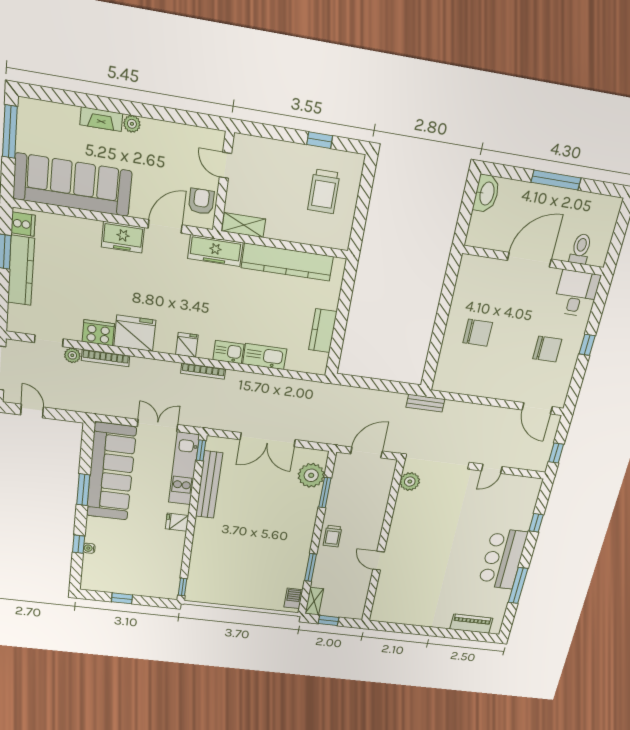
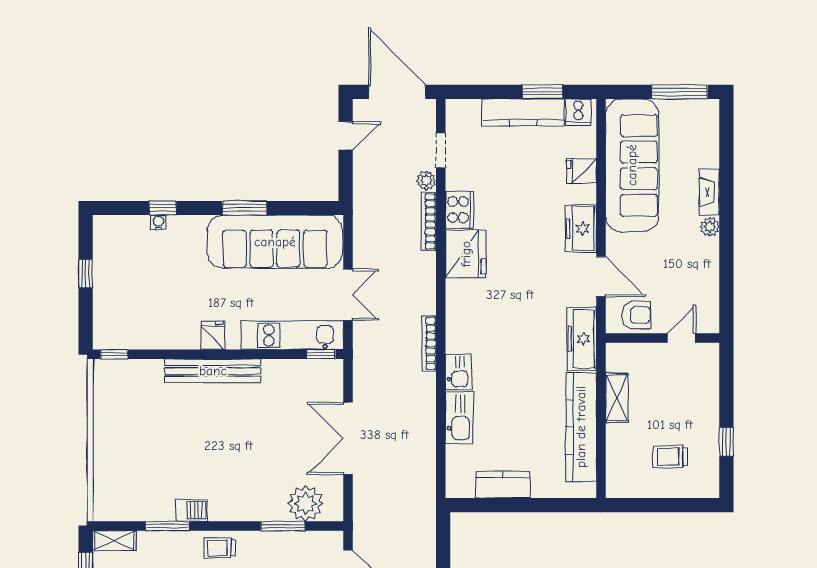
trolley: (324, 191) -> (670, 457), width x0.73, depth x0.72
shelving: (244, 225) -> (617, 398), moved
fridge: (187, 345) -> (582, 171), moved, turned 180
bench: (209, 485) -> (213, 371), moved
barbecue: (293, 598) -> (192, 510), moved

